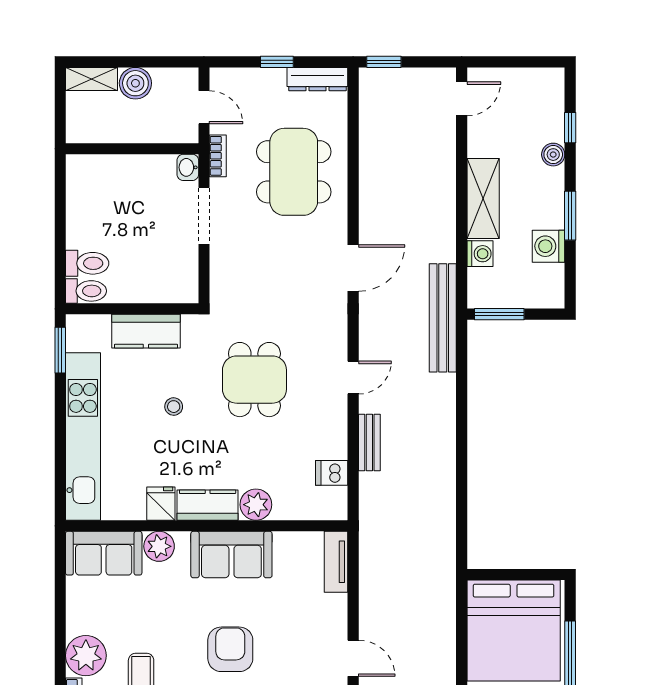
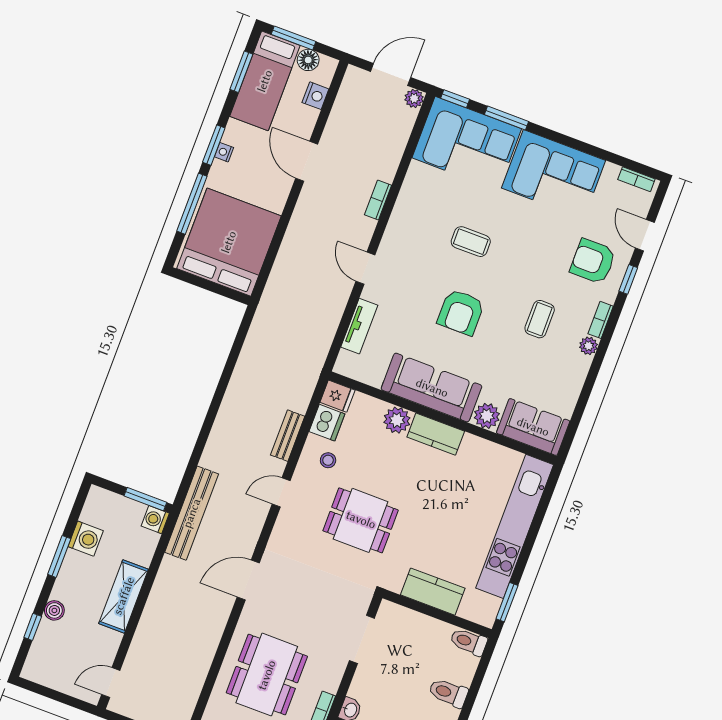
doorway: (204, 216) -> (362, 639), moved
washing machine: (480, 254) -> (155, 520), moved
toilet: (87, 263) -> (448, 693), moved
dining table: (254, 380) -> (361, 520), turned 90
stool: (174, 407) -> (328, 460), moved
dishwasher: (332, 473) -> (327, 423), width x1.38
fridge: (161, 504) -> (337, 396), moved, turned -90
sofa: (231, 555) -> (432, 388), width x1.36
tv unit: (336, 562) -> (359, 326), moved
plant: (86, 656) -> (589, 346), width x0.53, depth x0.53

